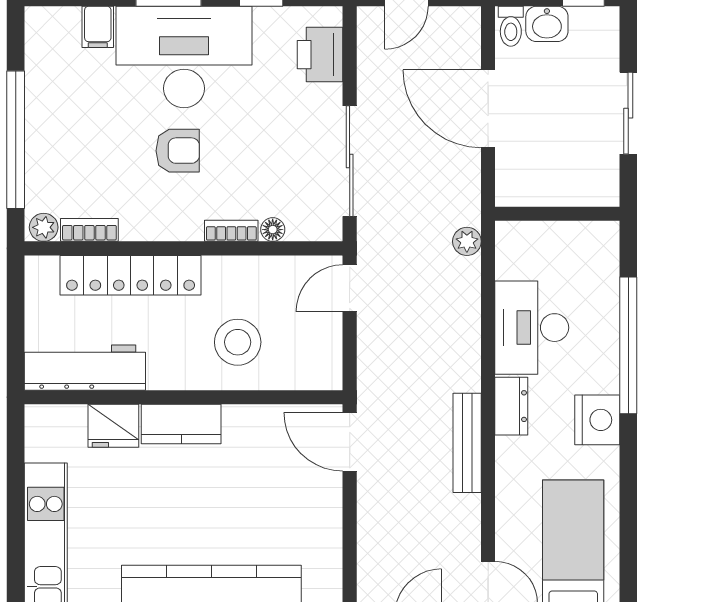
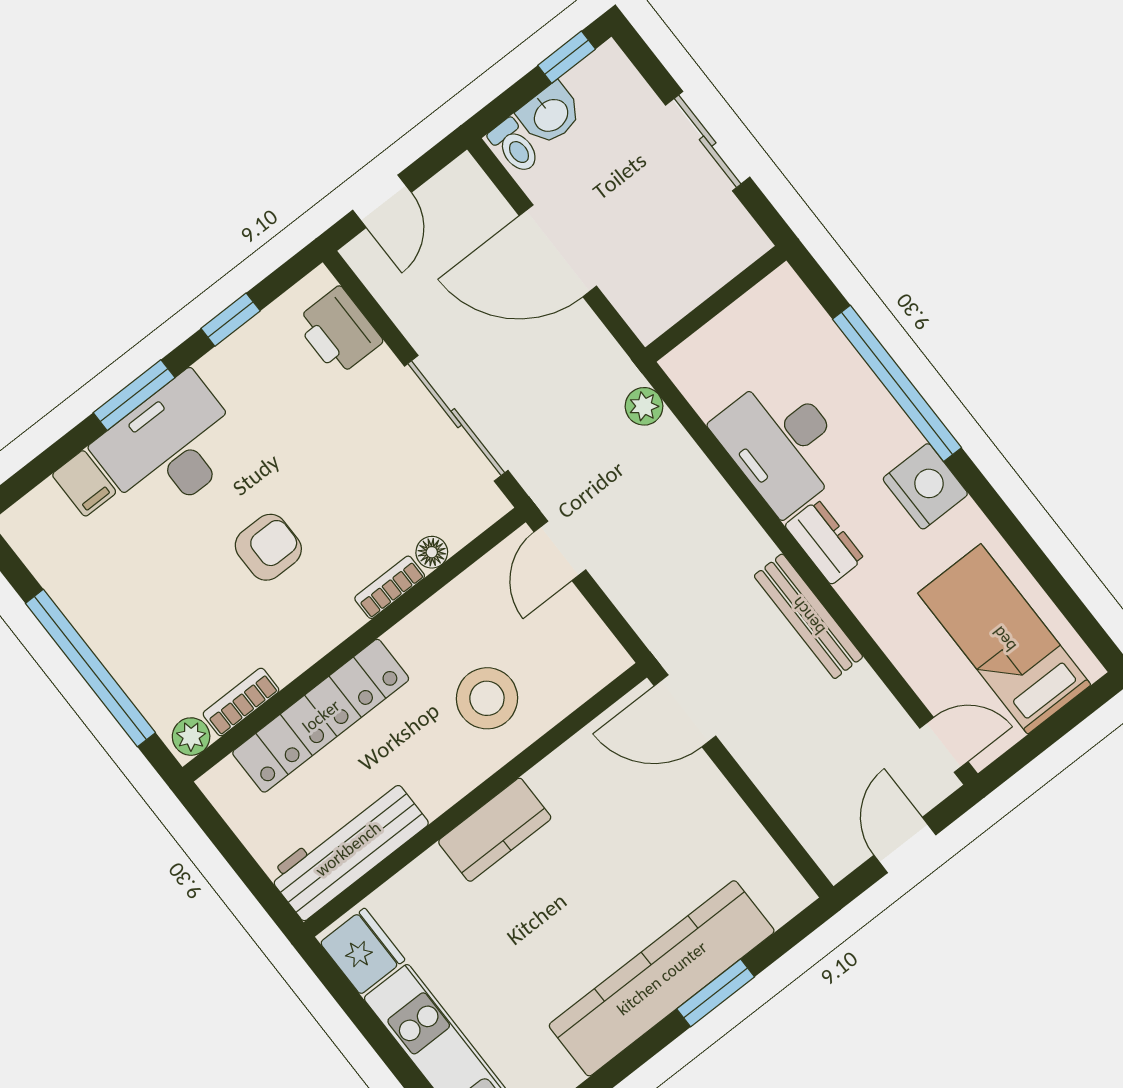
desk: (184, 57) -> (170, 447), width x0.73, depth x0.77
fridge: (113, 426) -> (363, 951), moved, turned -90

